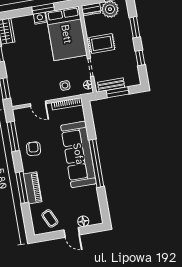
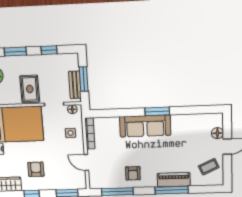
armchair: (25, 56) -> (36, 169), added
door: (38, 104) -> (86, 162), swing flipped
armchair: (33, 149) -> (133, 173), turned -94
sofa: (78, 154) -> (145, 126), width x0.74, depth x0.79
window: (96, 163) -> (157, 111), width x0.47

